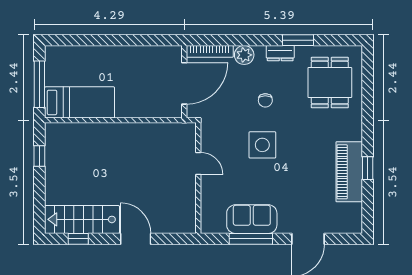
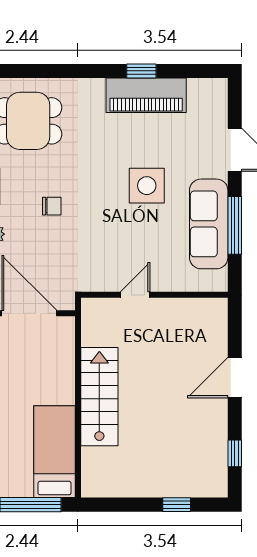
side table: (262, 145) -> (147, 186), moved
window: (39, 156) -> (177, 505), moved
stairs: (82, 219) -> (99, 397), moved, turned 180
sofa: (252, 219) -> (209, 224), width x1.36

